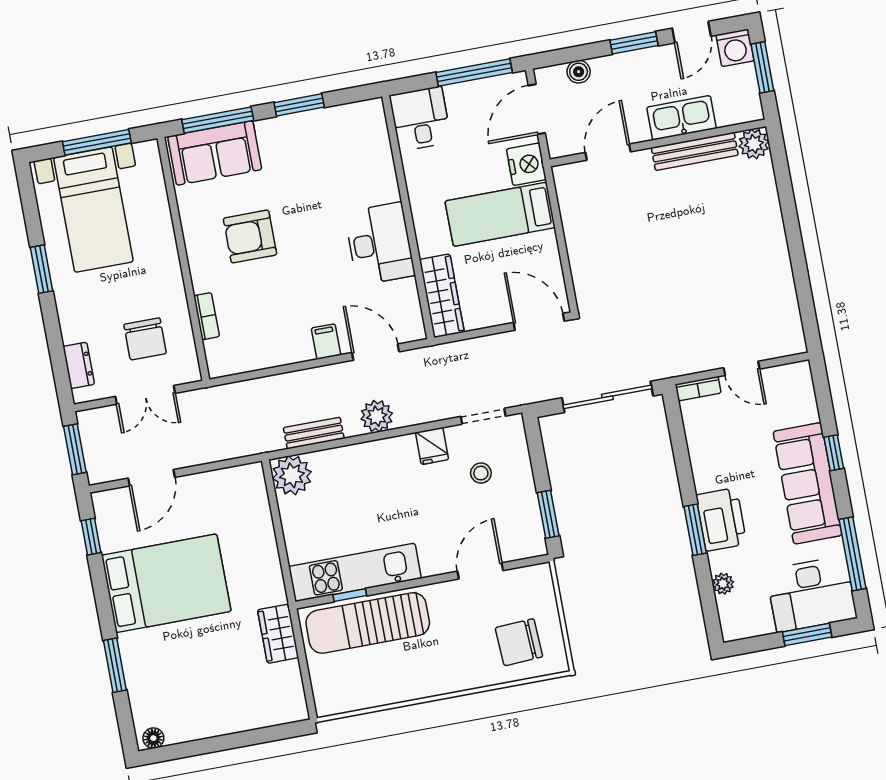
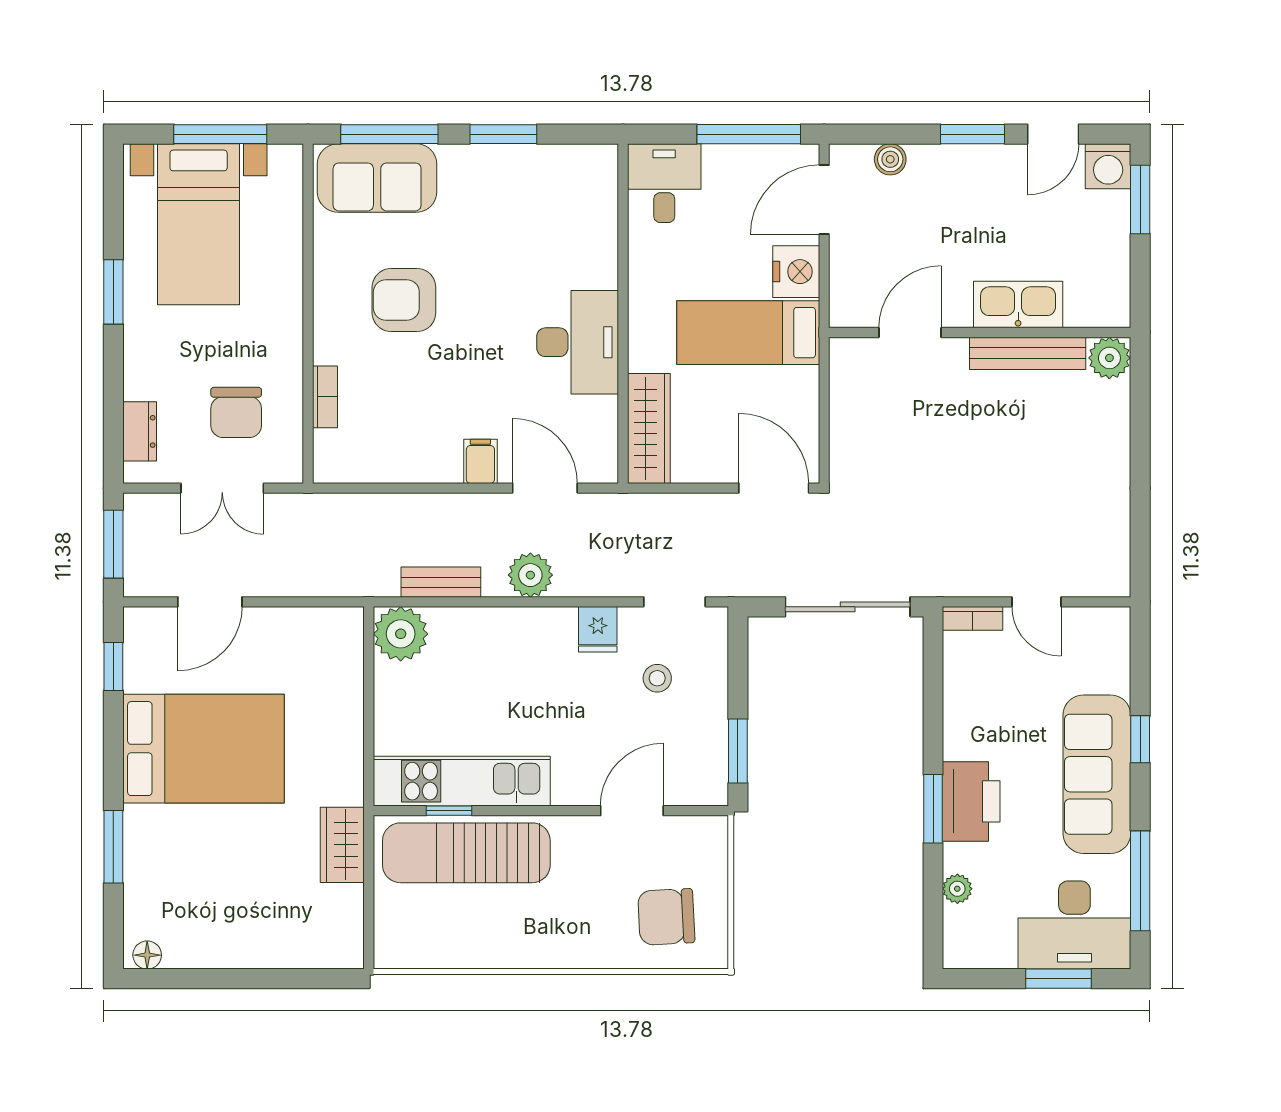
kitchen sink: (682, 118) -> (1018, 304), moved
wall: (658, 143) -> (980, 332), moved
plant: (754, 144) -> (1109, 358), moved
bench: (695, 151) -> (1028, 353), moved
door: (608, 152) -> (910, 332), moved

